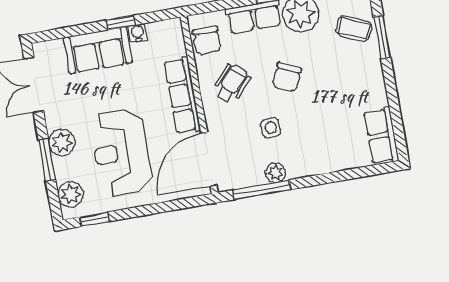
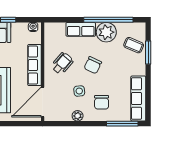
water cooler: (138, 33) -> (33, 27), moved
chair: (207, 40) -> (102, 102), moved
row of seats: (381, 136) -> (138, 98), width x1.48
window: (262, 190) -> (122, 124), moved

